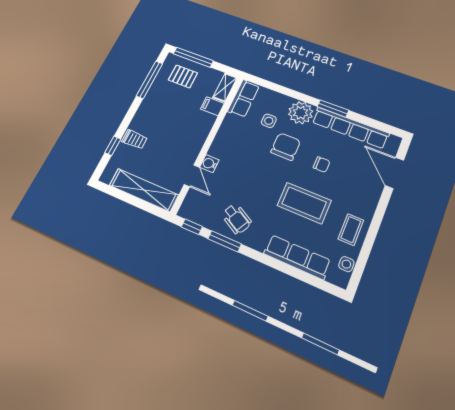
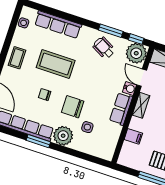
shelving: (225, 87) -> (141, 105), moved
row of seats: (244, 98) -> (121, 109), moved
chair: (286, 147) -> (73, 107), turned 90
plant: (194, 208) -> (136, 53), added
coffee table: (351, 230) -> (17, 58), moved

